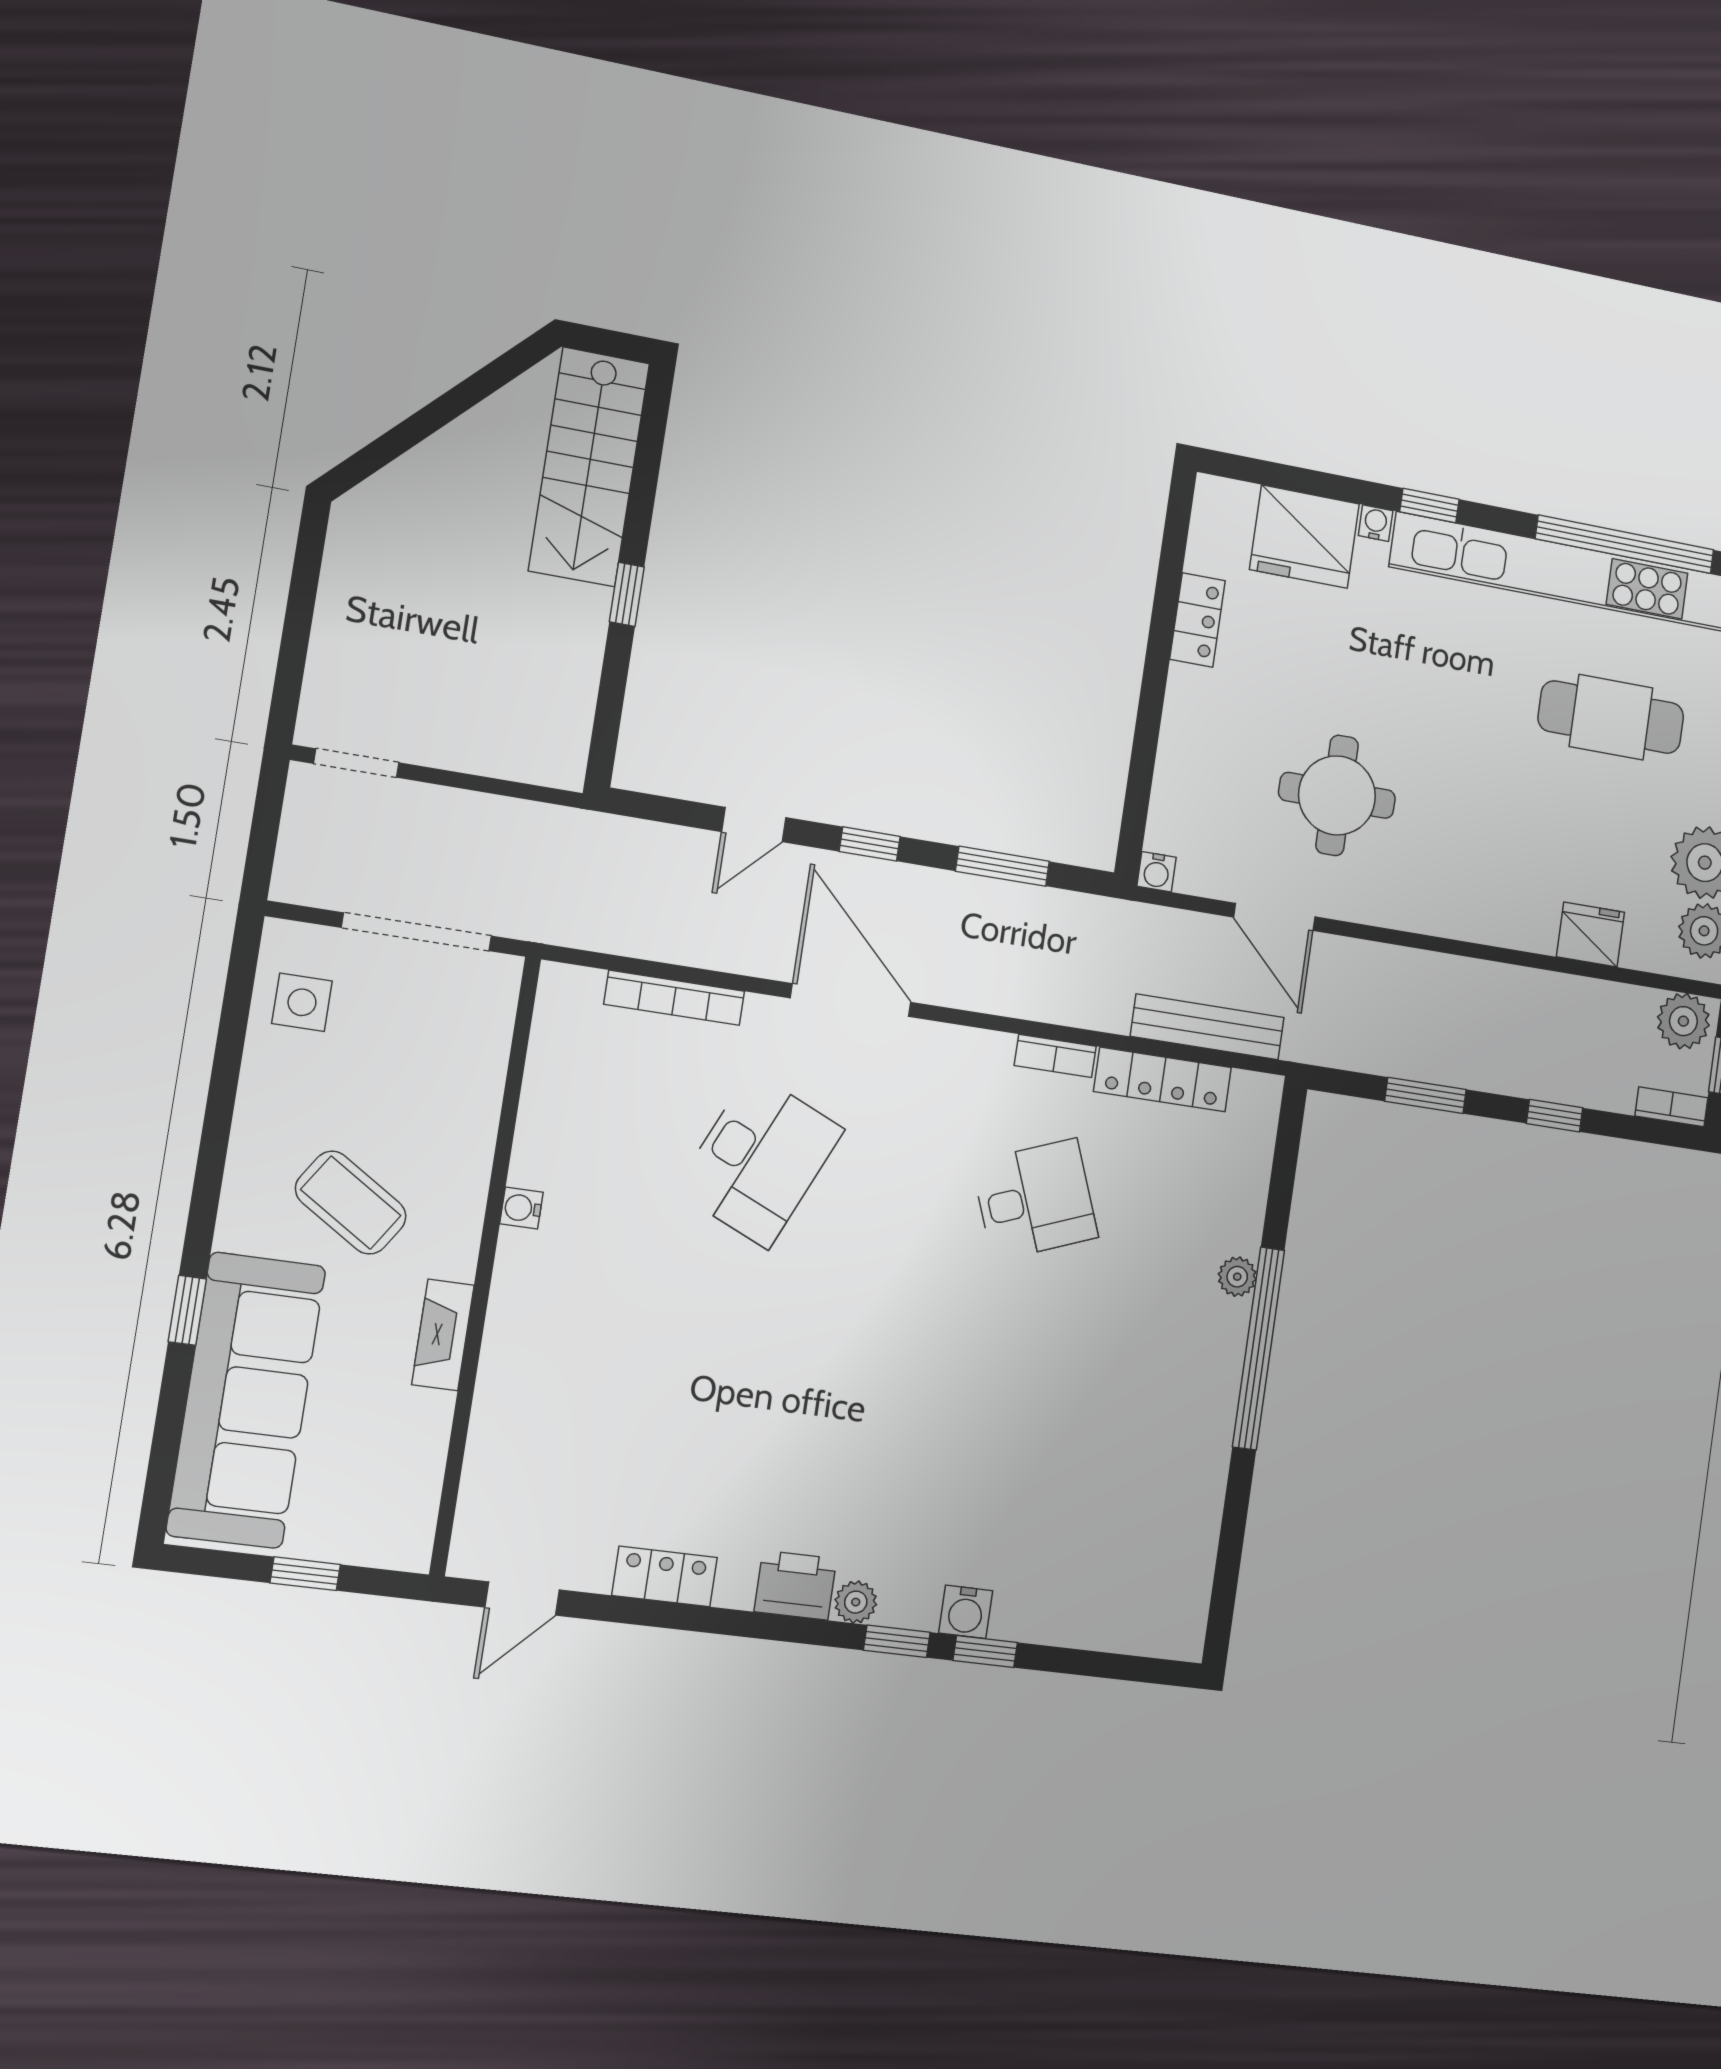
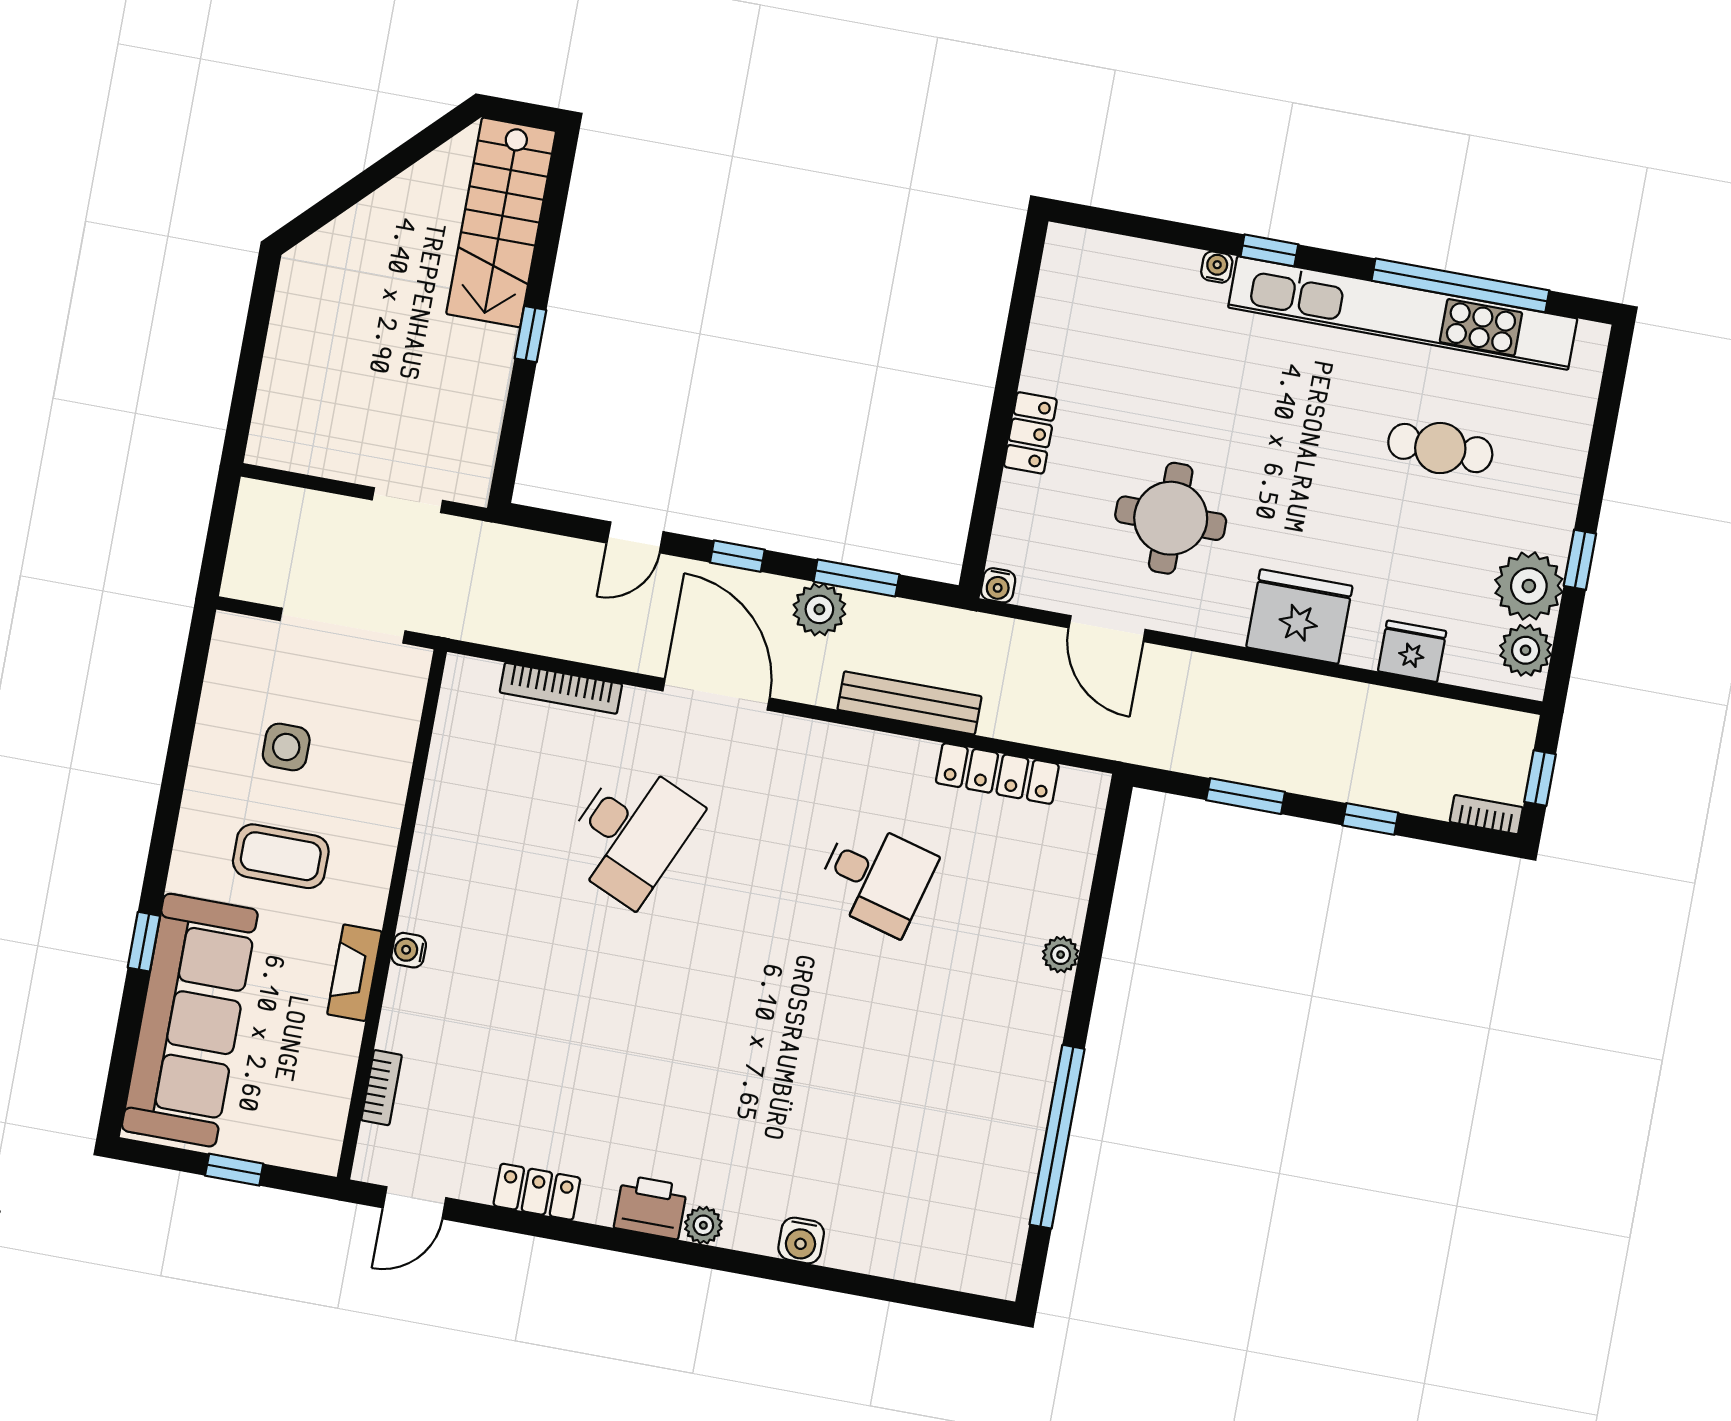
fridge: (1304, 537) -> (1299, 617), moved, turned 180
locker: (1197, 620) -> (1030, 433), moved
cafe table: (1611, 717) -> (1440, 448), width x0.73, depth x0.74
doorway: (356, 763) -> (407, 500), moved
side table: (302, 1002) -> (286, 747), moved
plant: (1683, 1021) -> (819, 609), moved
bench: (1207, 1027) -> (909, 703), moved
bookcase: (1055, 1056) -> (382, 1088), moved, turned -90
desk: (1035, 1200) -> (876, 877), turned 36
coffee table: (351, 1203) -> (281, 856), turned -33
water cooler: (521, 1208) -> (409, 950), moved
window: (1259, 1349) -> (1057, 1137), moved
window: (897, 1641) -> (739, 1262), removed
window: (985, 1651) -> (818, 1277), removed

